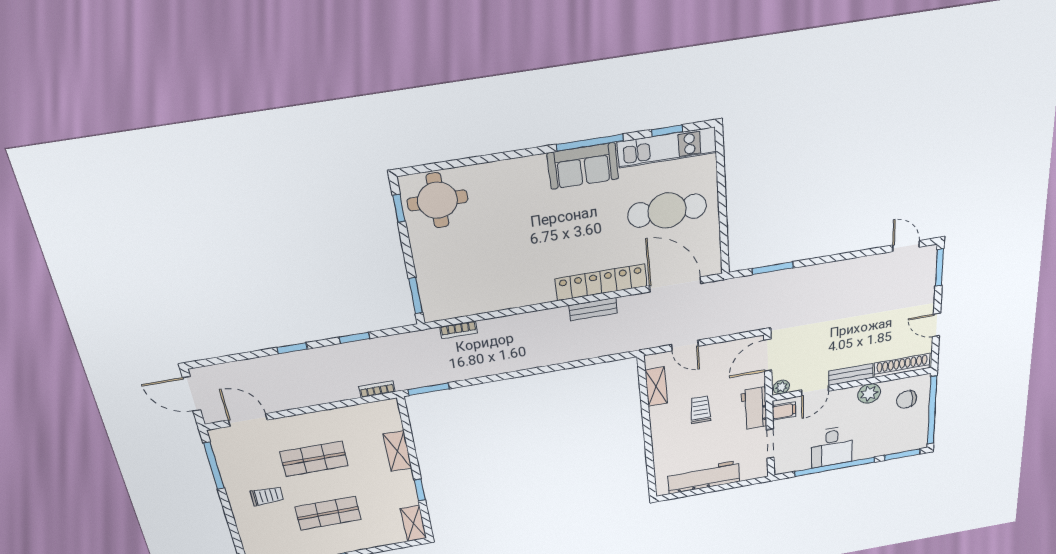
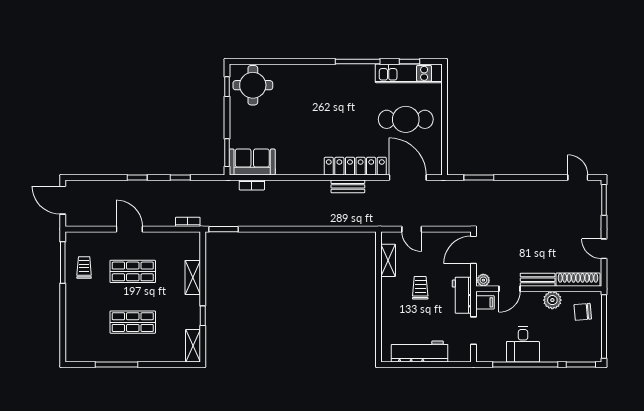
sofa: (583, 166) -> (252, 162), moved, turned 180
door: (248, 420) -> (129, 229), moved
trolley: (267, 496) -> (84, 268), moved, turned -90

